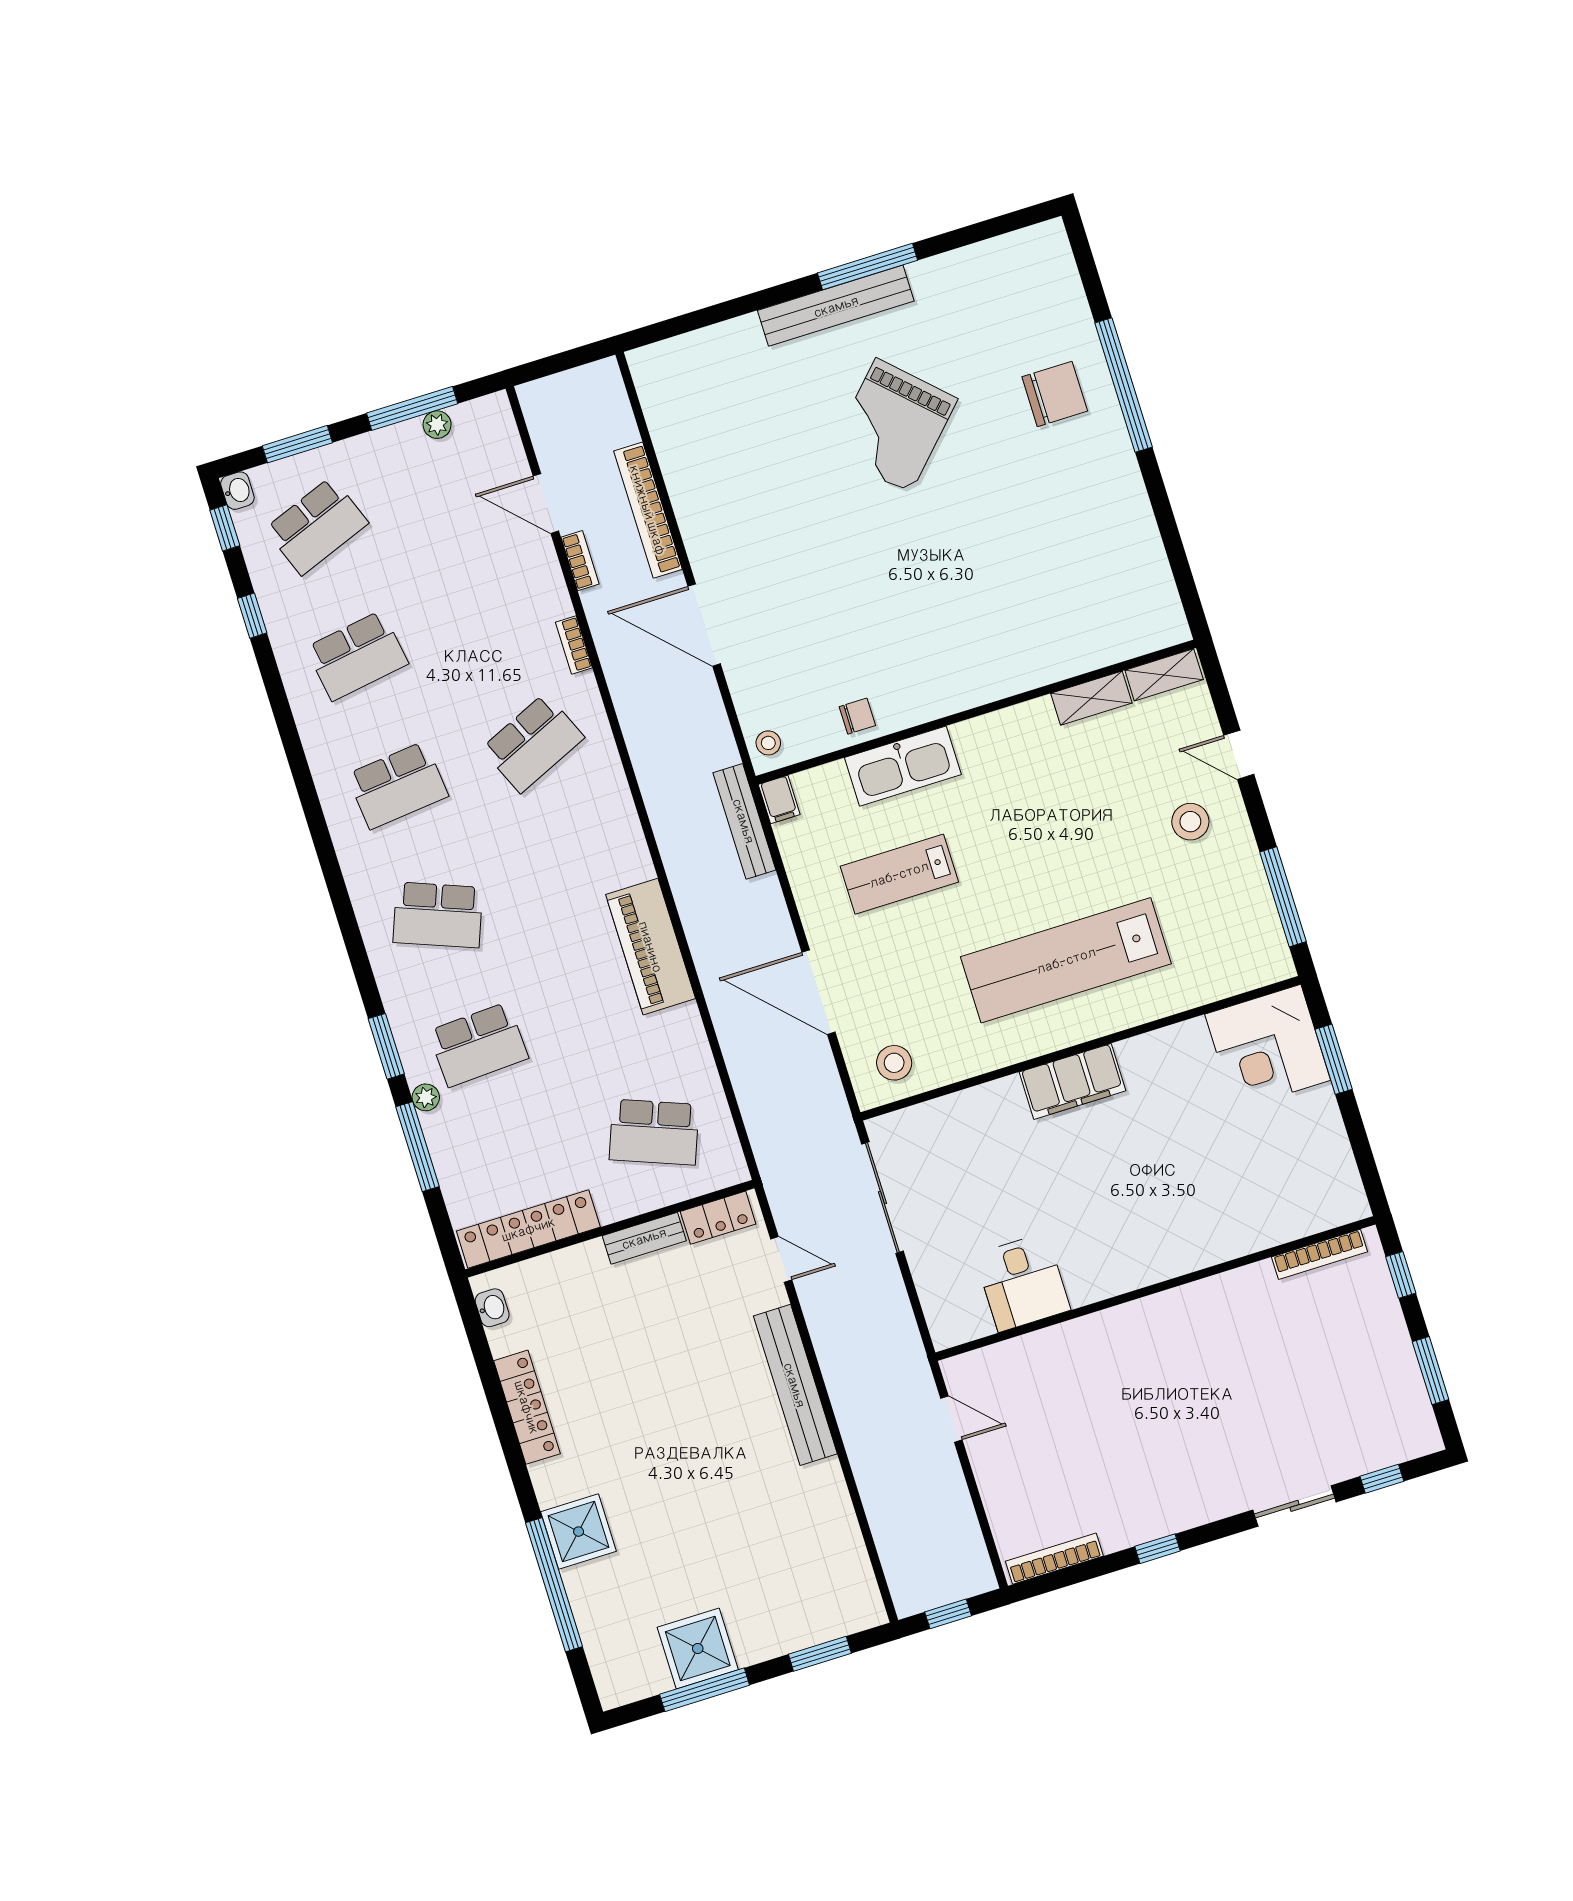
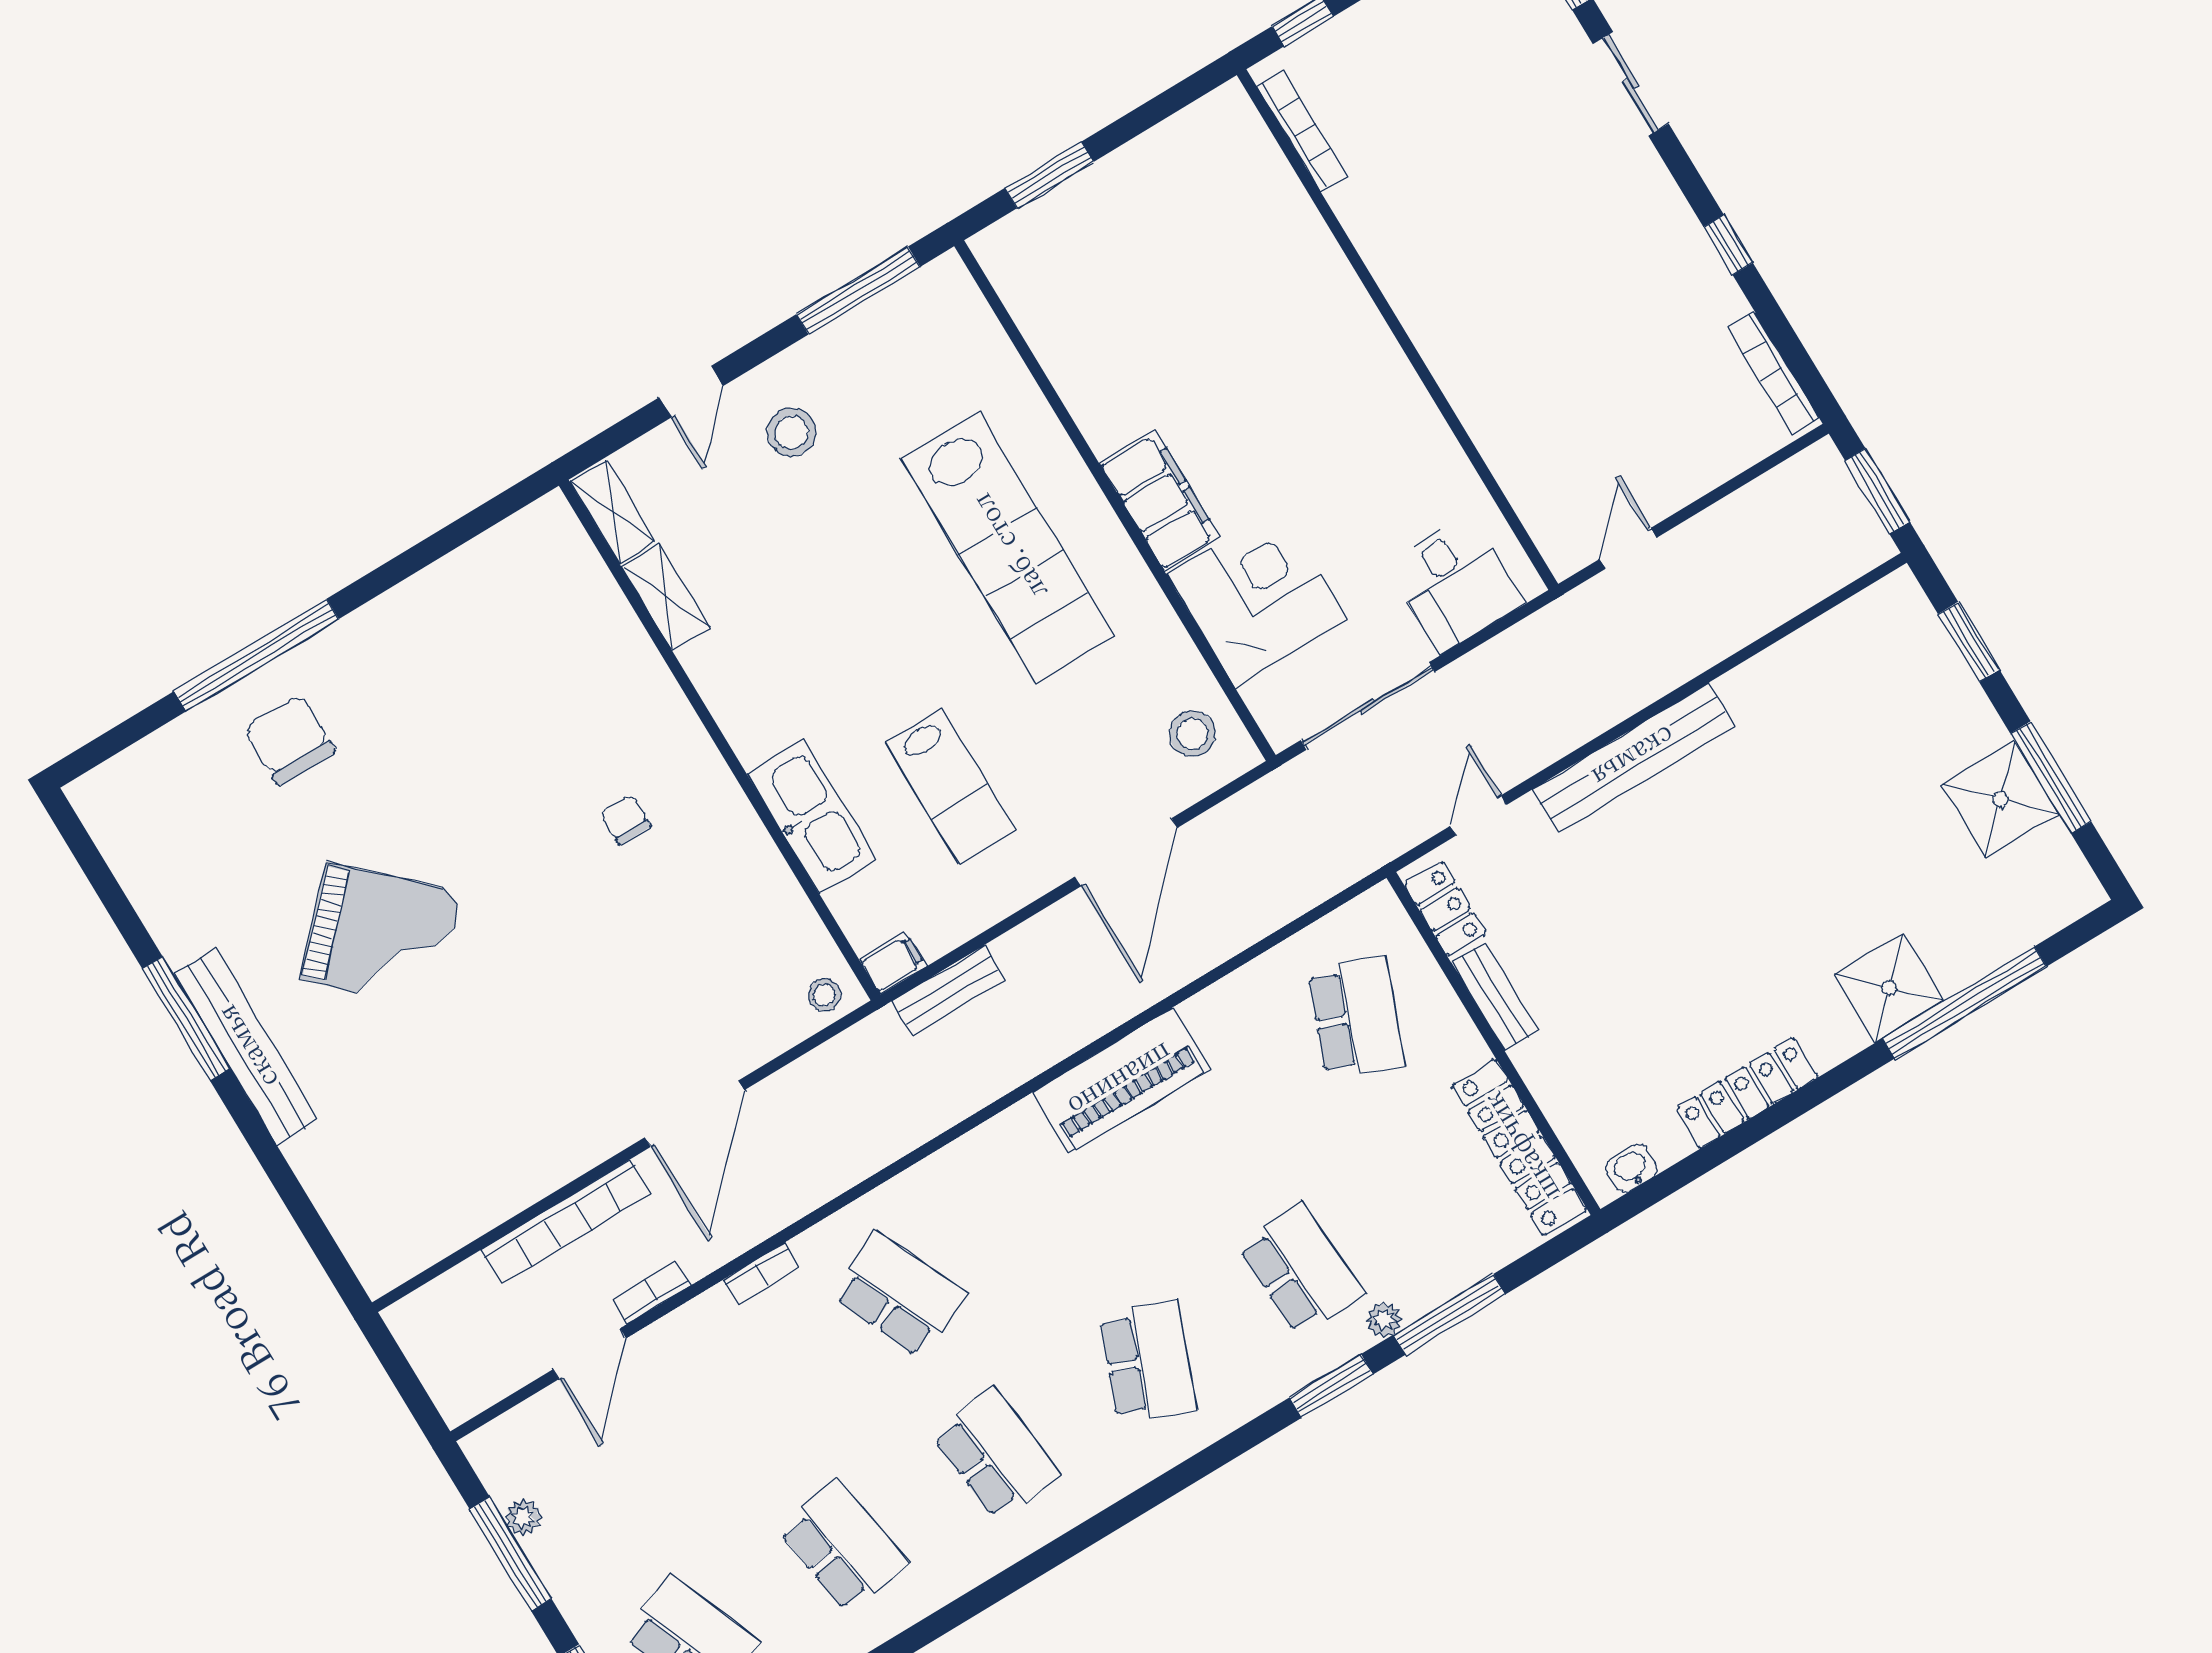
chair: (857, 716) -> (625, 820), moved
bench: (744, 821) -> (949, 990), width x0.73
corner desk: (1268, 1047) -> (1257, 597), moved, turned -90
desk: (1023, 1282) -> (1455, 584), moved, turned 90
window: (948, 1614) -> (1877, 491), width x1.50

